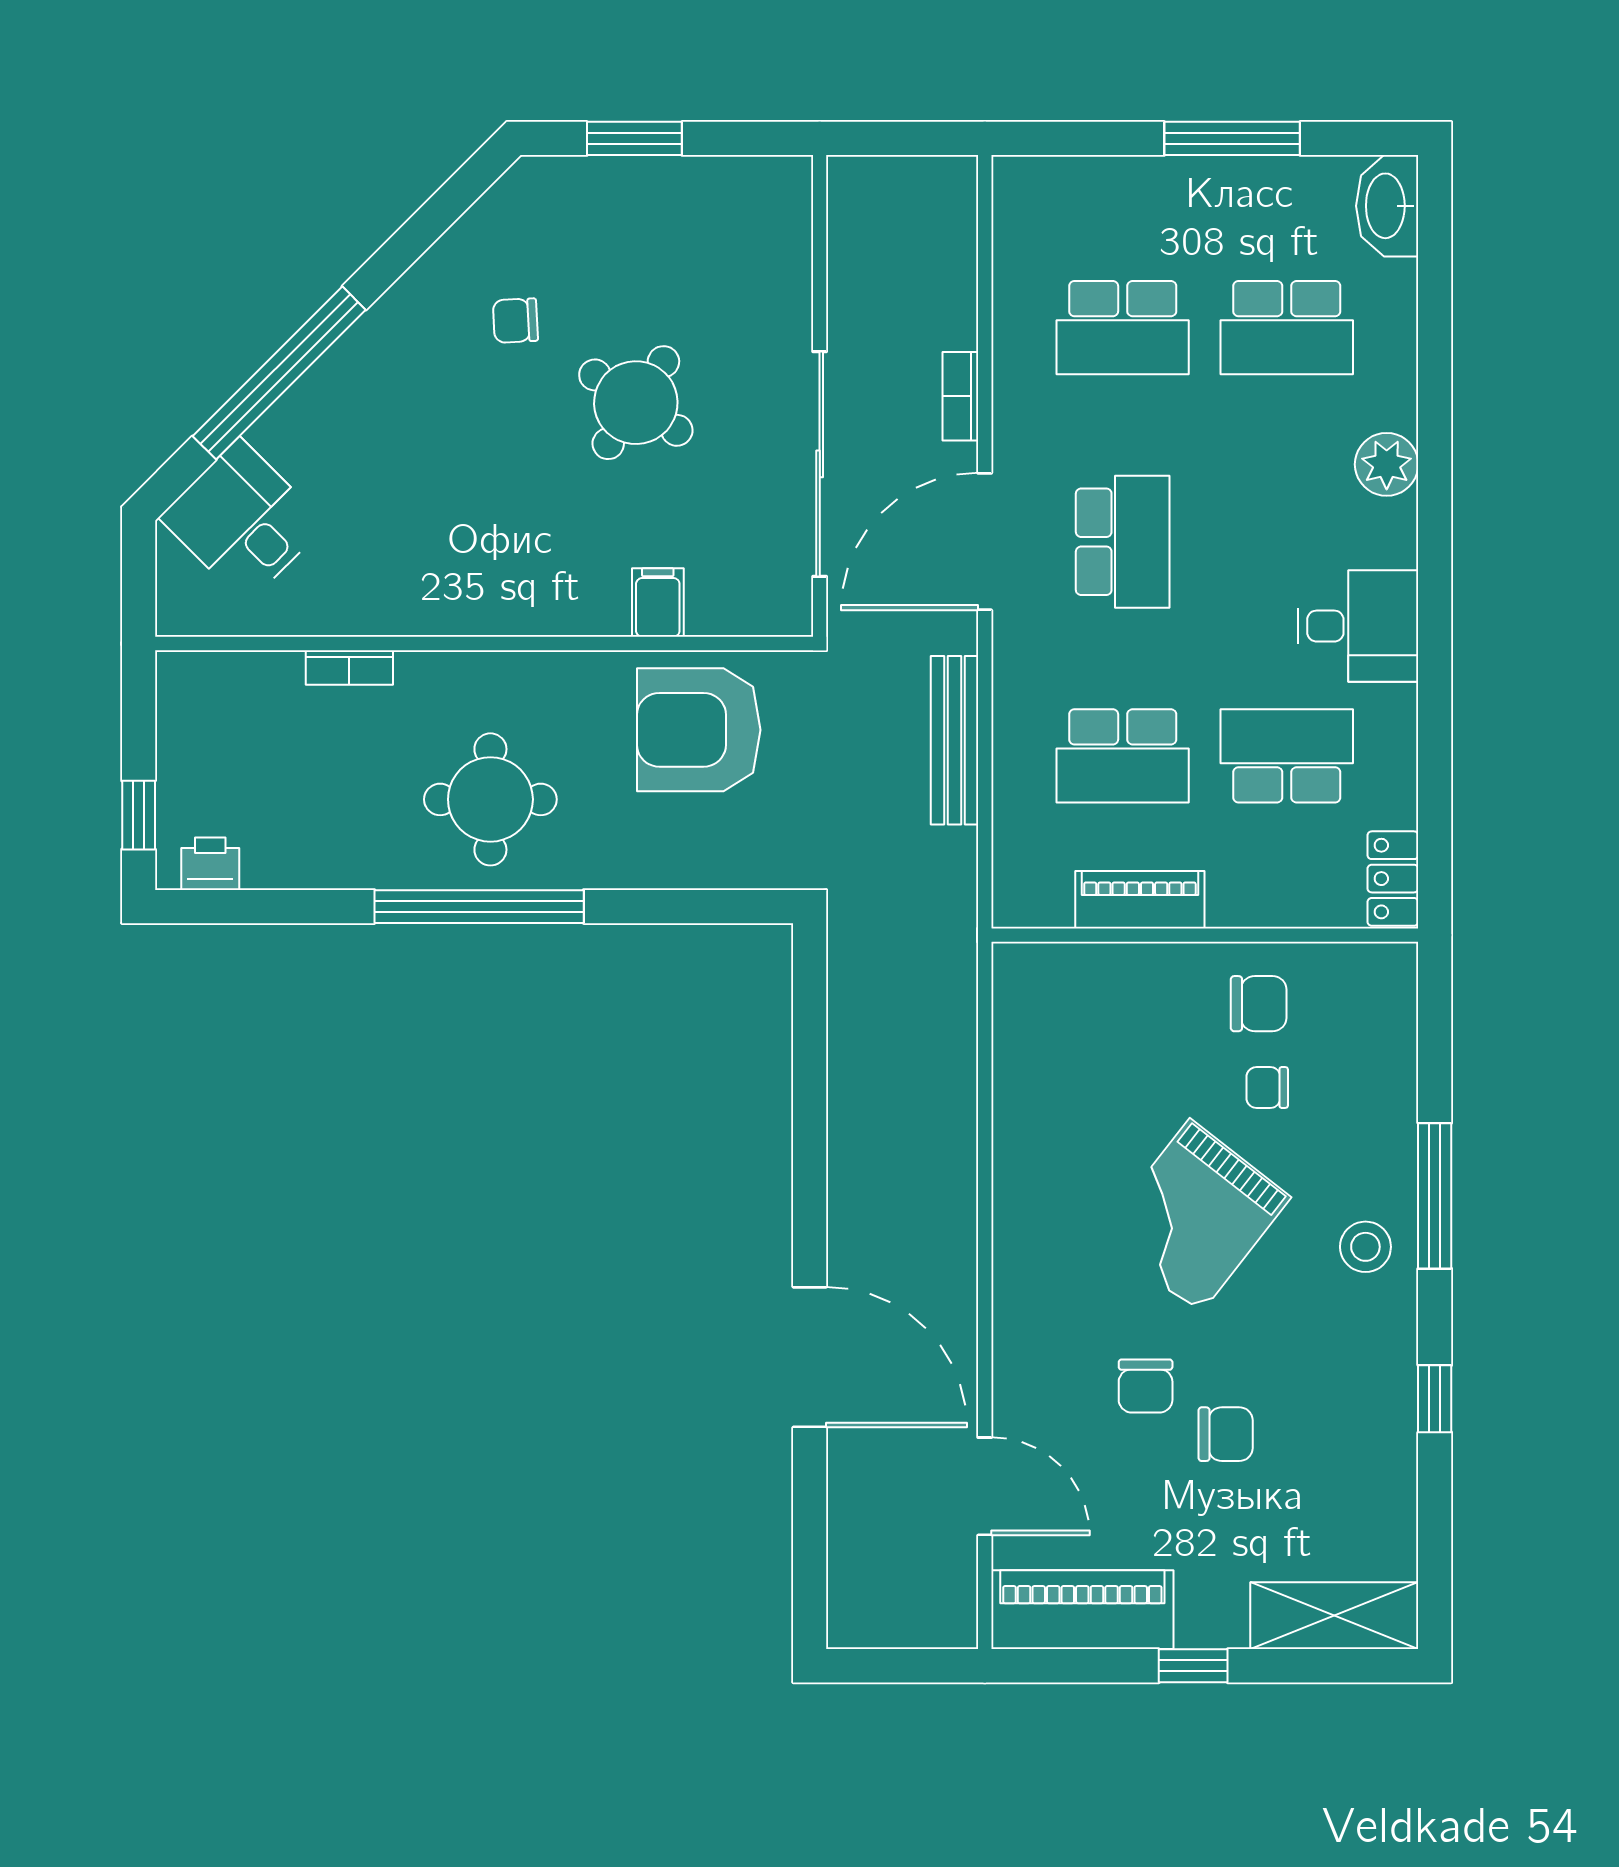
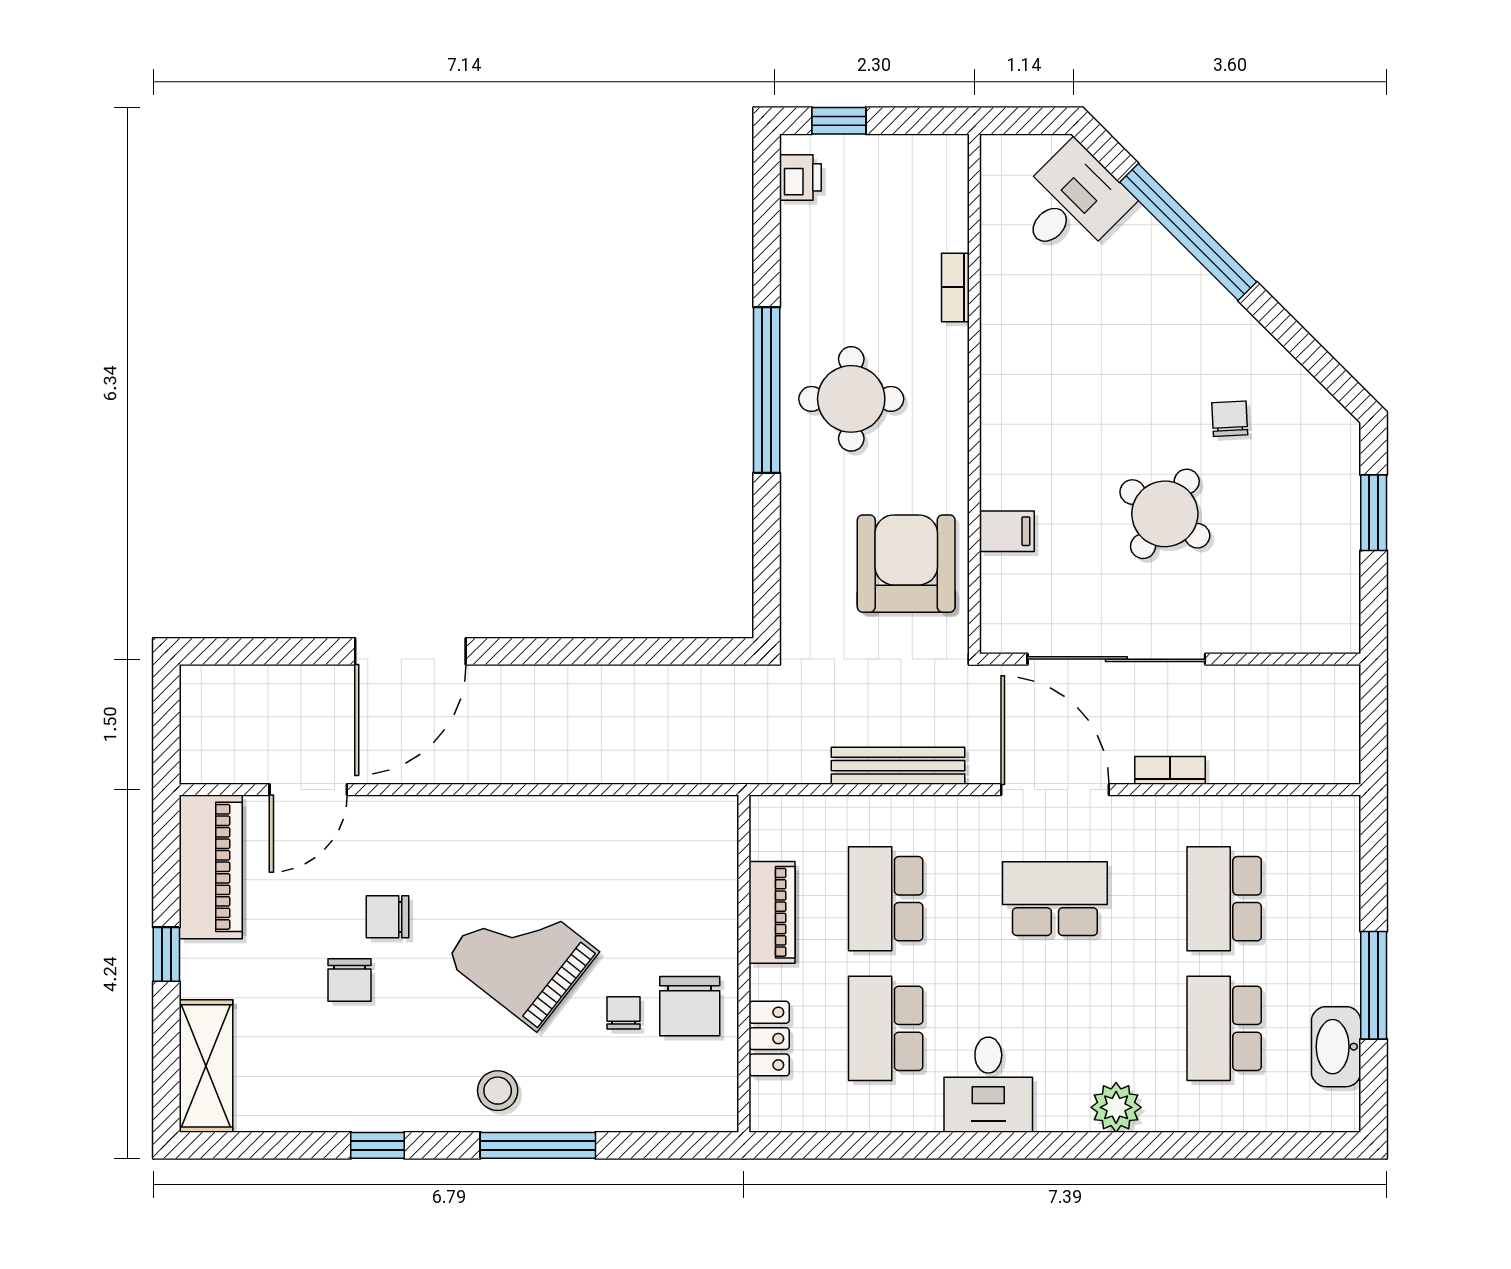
washbasin: (1387, 206) -> (1336, 1047), moved, turned -90
school desk: (1123, 542) -> (1055, 899), turned 180
school desk: (1287, 756) -> (886, 1028), turned 180
locker: (1393, 879) -> (769, 1039), moved, turned 90
chair: (1259, 1004) -> (690, 1006), width x1.37, depth x1.37

